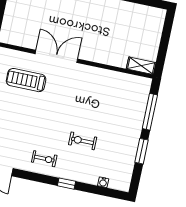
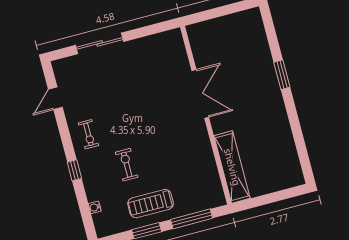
shelving: (141, 66) -> (232, 167), width x2.20, depth x1.33
treadmill: (26, 80) -> (151, 204), moved, turned -90

